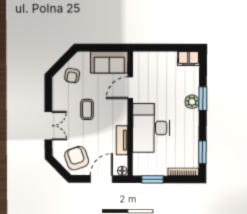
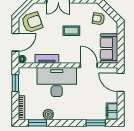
door: (152, 48) -> (121, 82), added
window: (203, 99) -> (96, 123), moved
plant: (192, 102) -> (48, 114), moved
door: (101, 179) -> (15, 42), hinge flipped

